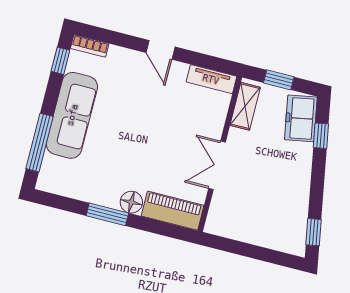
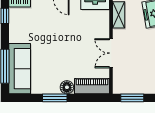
sofa: (72, 115) -> (20, 69), moved
window: (233, 246) -> (132, 98), added

